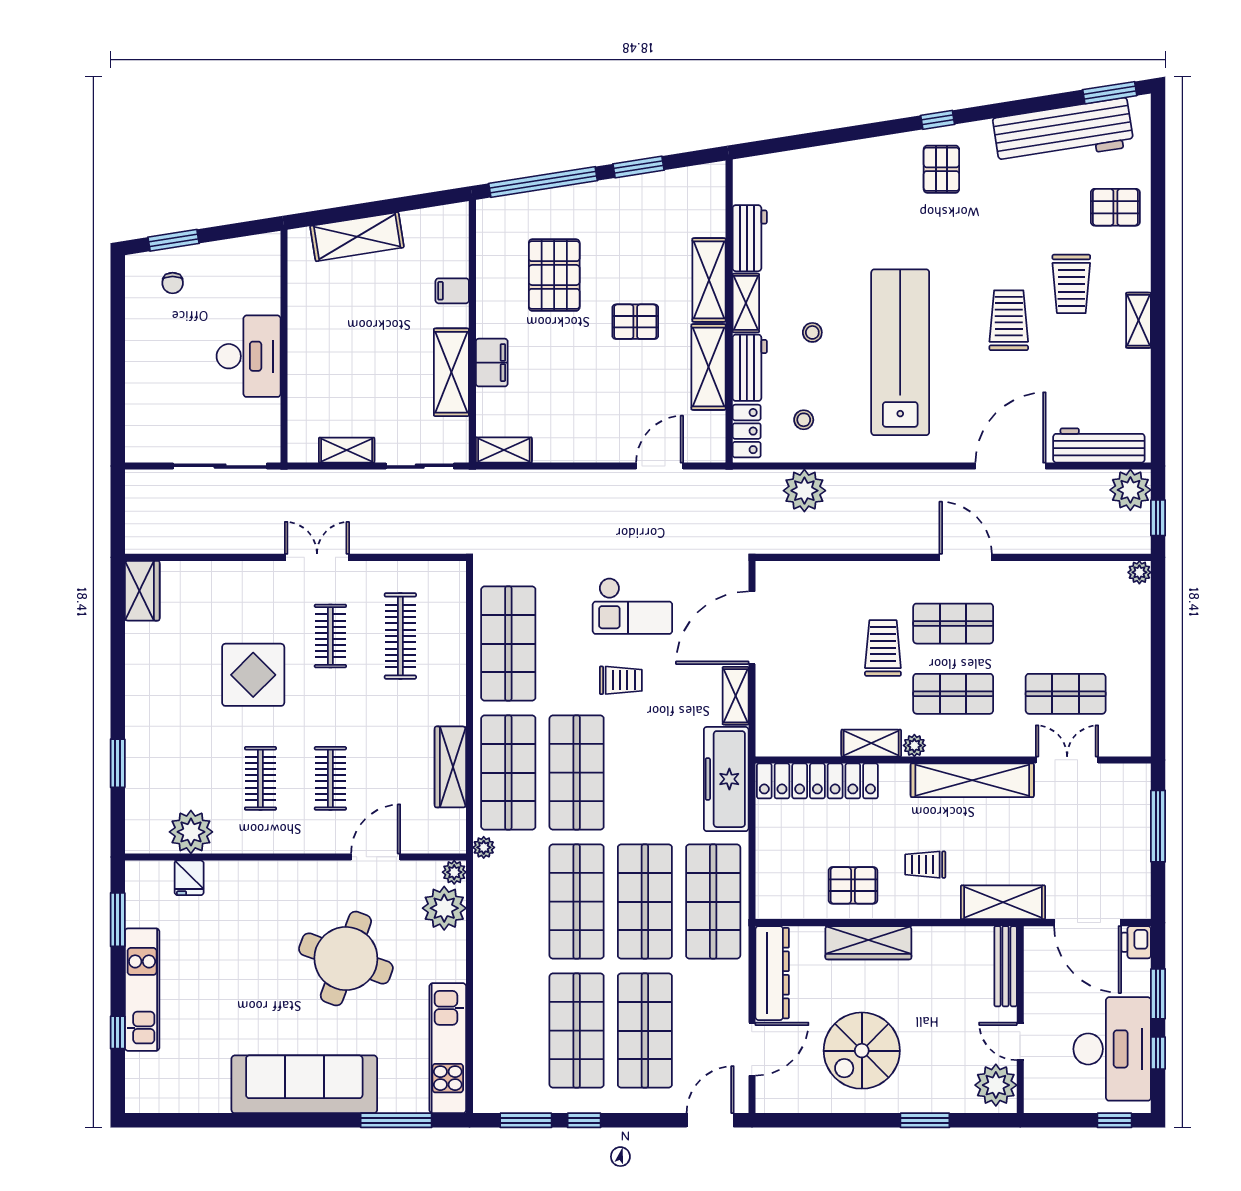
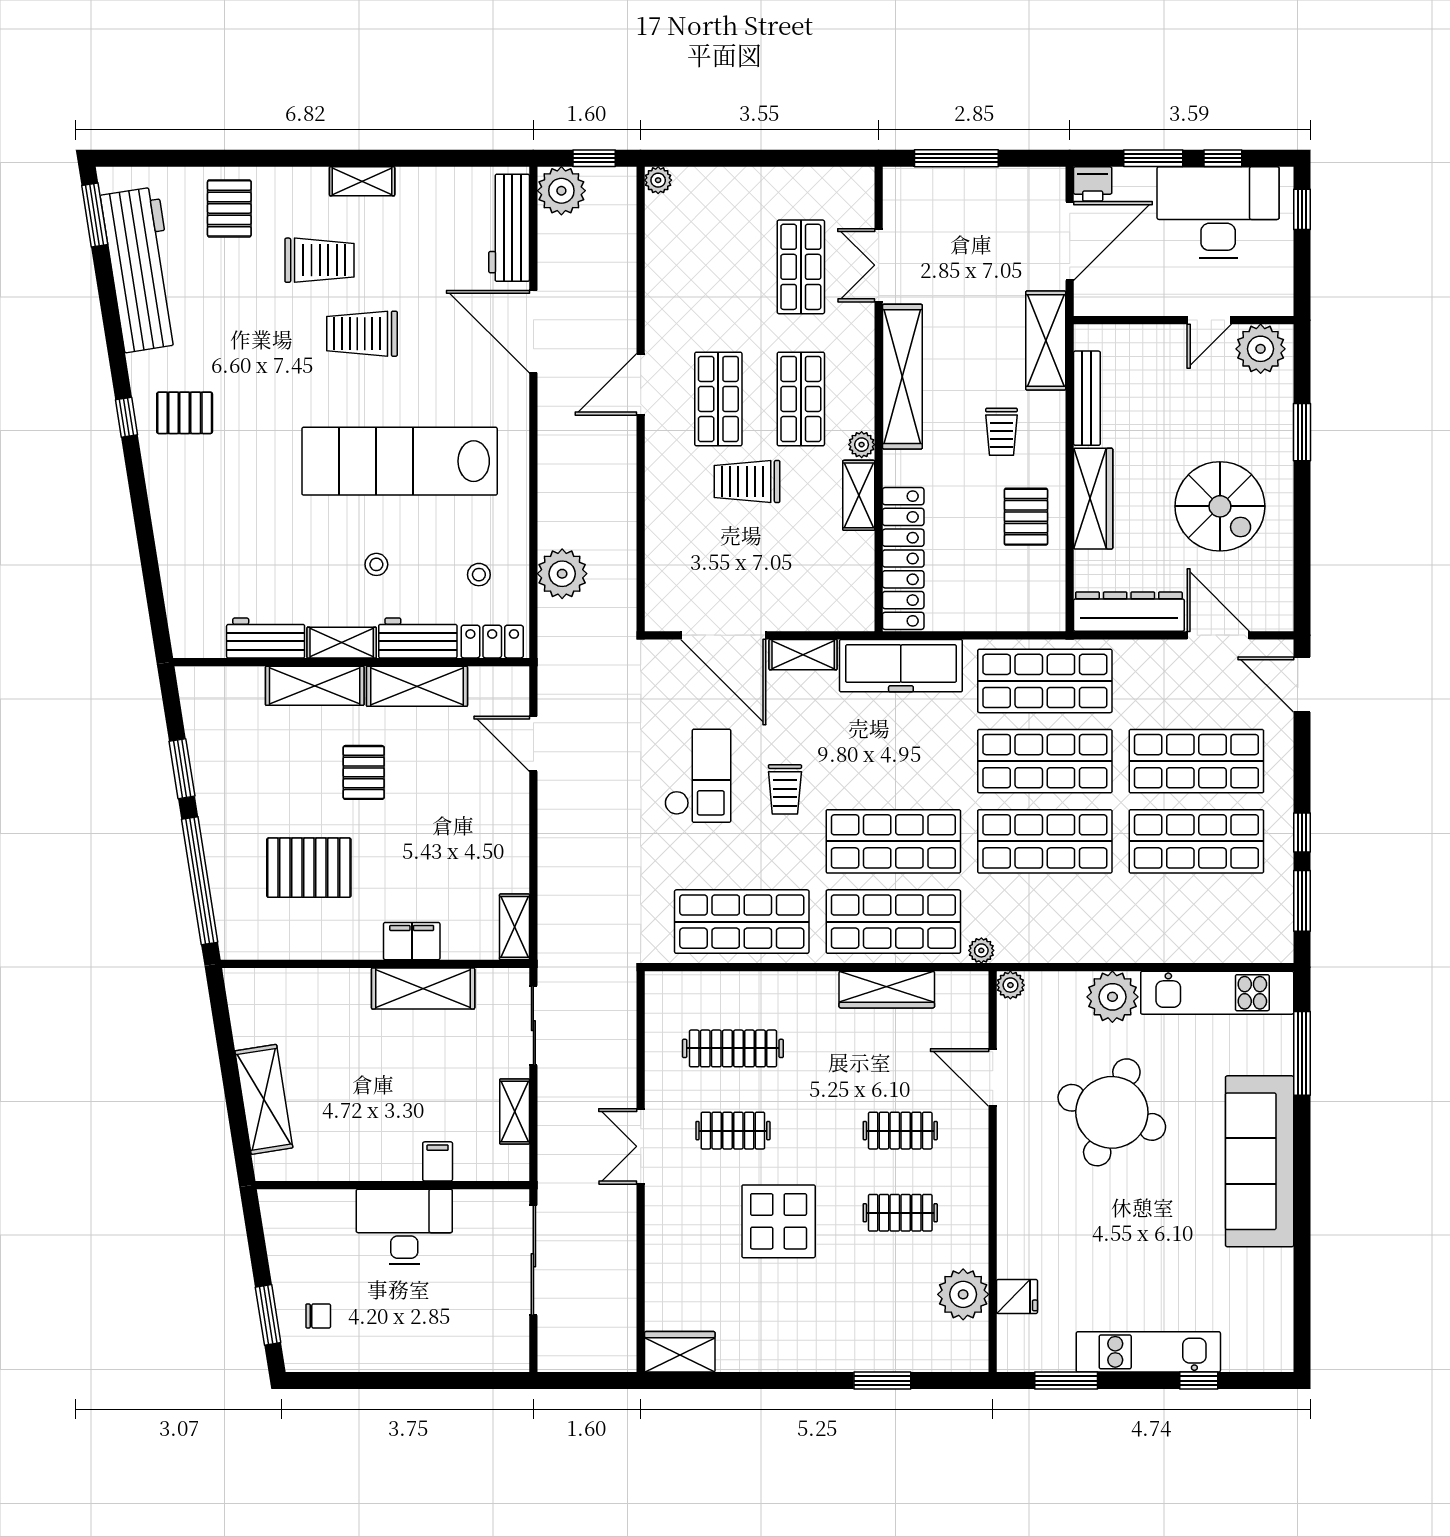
filing cabinet: (452, 291) -> (438, 1161), moved, turned 180
trolley: (621, 680) -> (785, 789), turned 180
plant: (444, 908) -> (1112, 997), moved
bench: (1006, 966) -> (1087, 398), moved, turned 90

